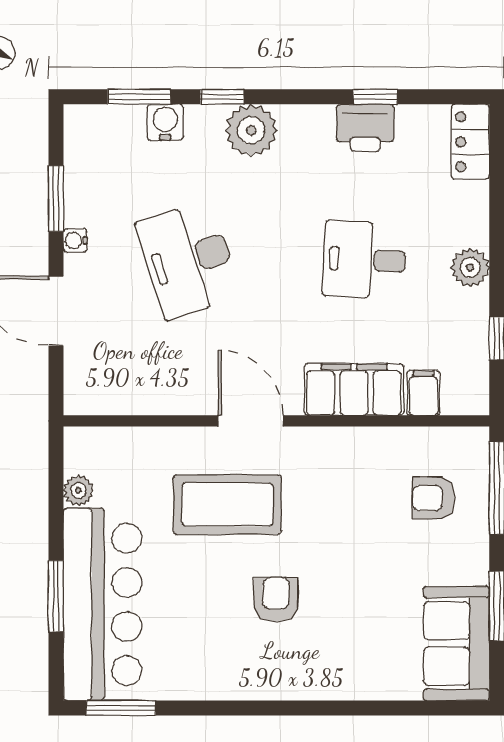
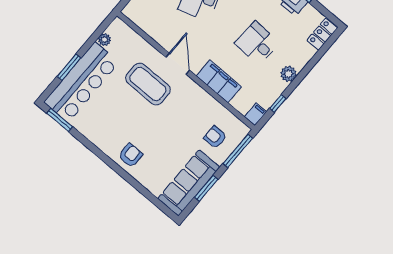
filing cabinet: (423, 393) -> (256, 114), moved
armchair: (276, 599) -> (131, 155), moved
sofa: (456, 643) -> (189, 183), width x1.36

